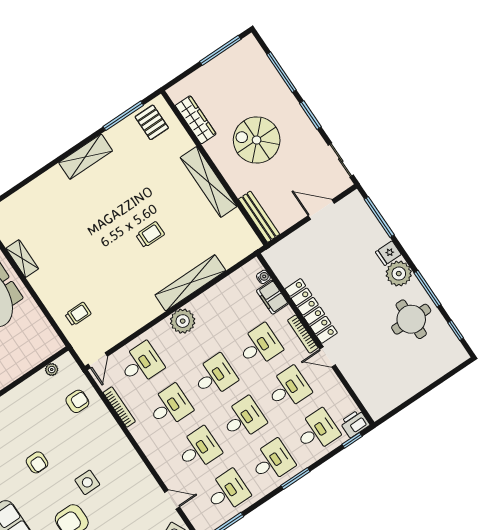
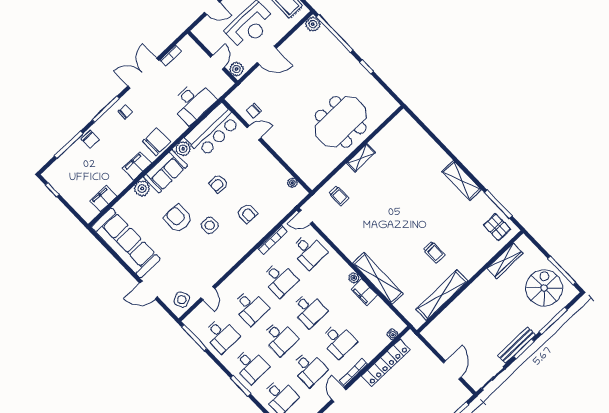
pallet: (152, 122) -> (497, 227), turned 90
spiral stairs: (257, 140) -> (544, 288), moved
shelving: (209, 182) -> (442, 295), moved
bench: (259, 217) -> (517, 345), moved
trolley: (150, 235) -> (434, 252), moved
shelving: (22, 259) -> (361, 158), moved
filing cabinet: (272, 297) -> (364, 292), moved, turned -90
locker: (311, 311) -> (386, 363), moved
plant: (183, 321) -> (354, 278), width x0.53, depth x0.53
armchair: (77, 401) -> (247, 213), moved

